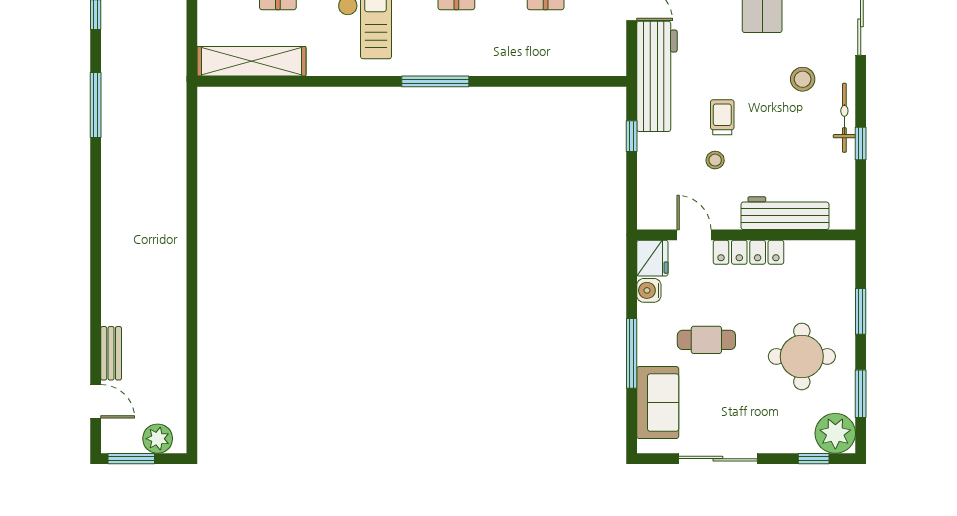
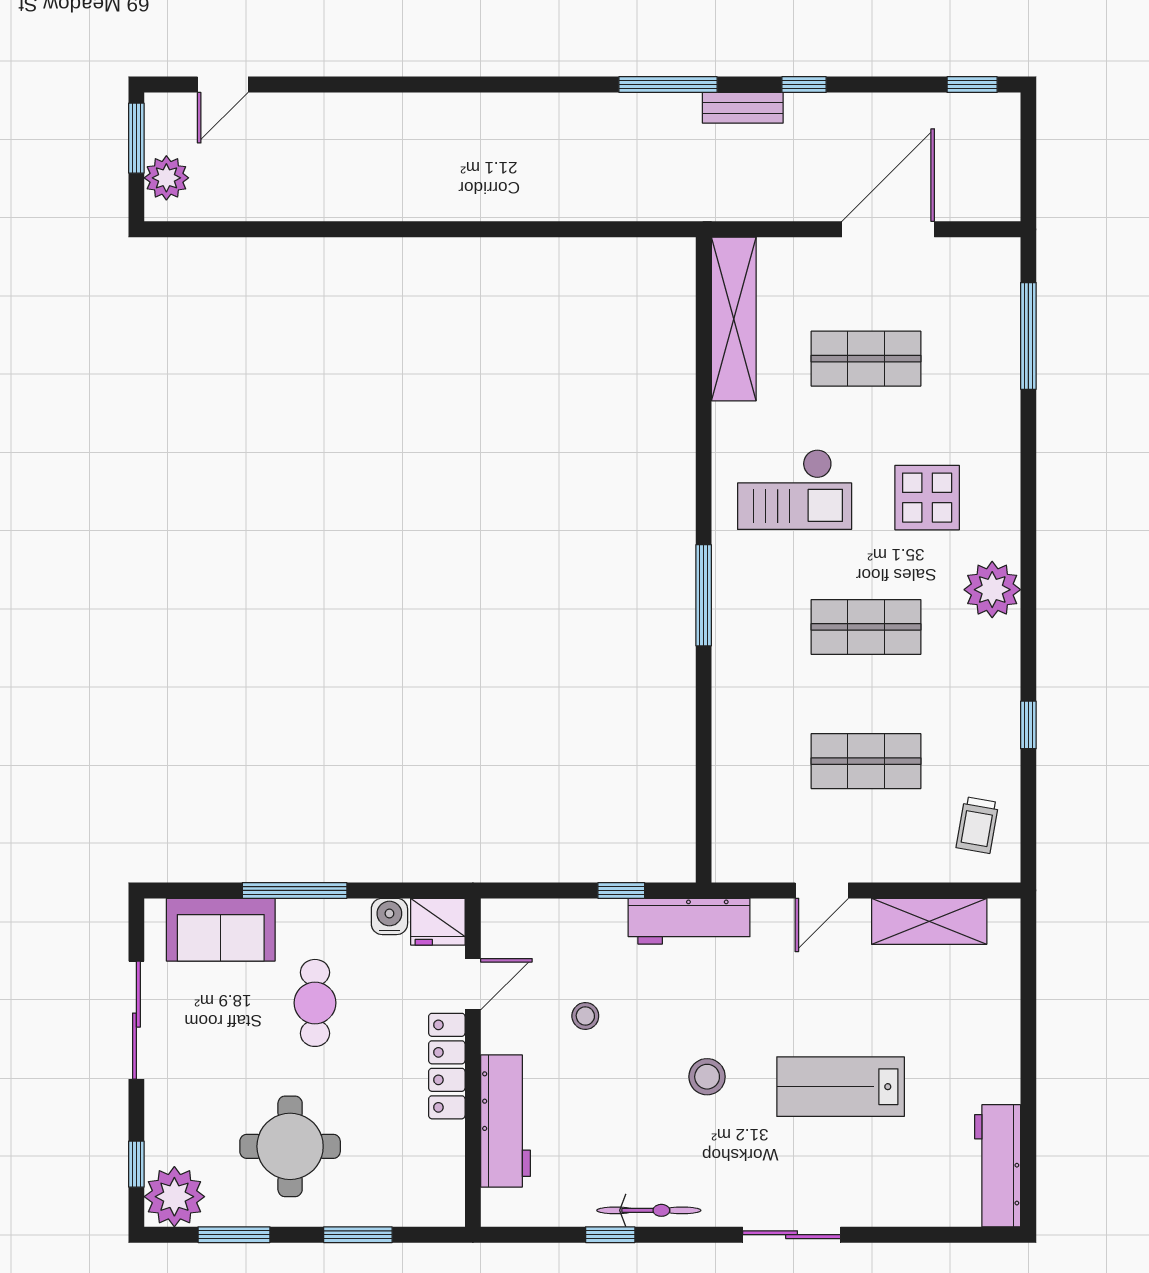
workbench: (657, 76) -> (689, 921), width x0.73, depth x0.76
stool: (803, 79) -> (707, 1077), moved
trolley: (722, 117) -> (650, 1027), removed
bench: (111, 353) -> (743, 108), moved

